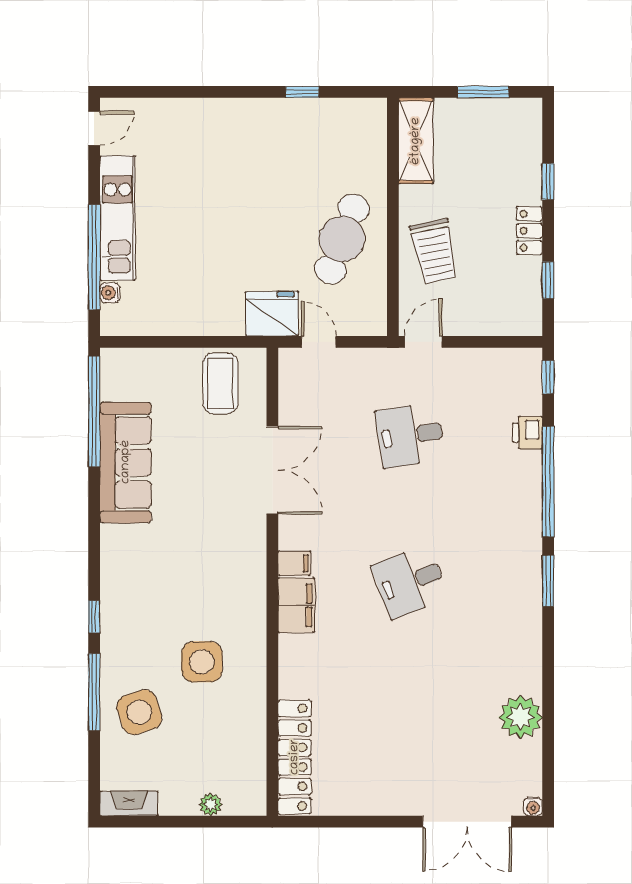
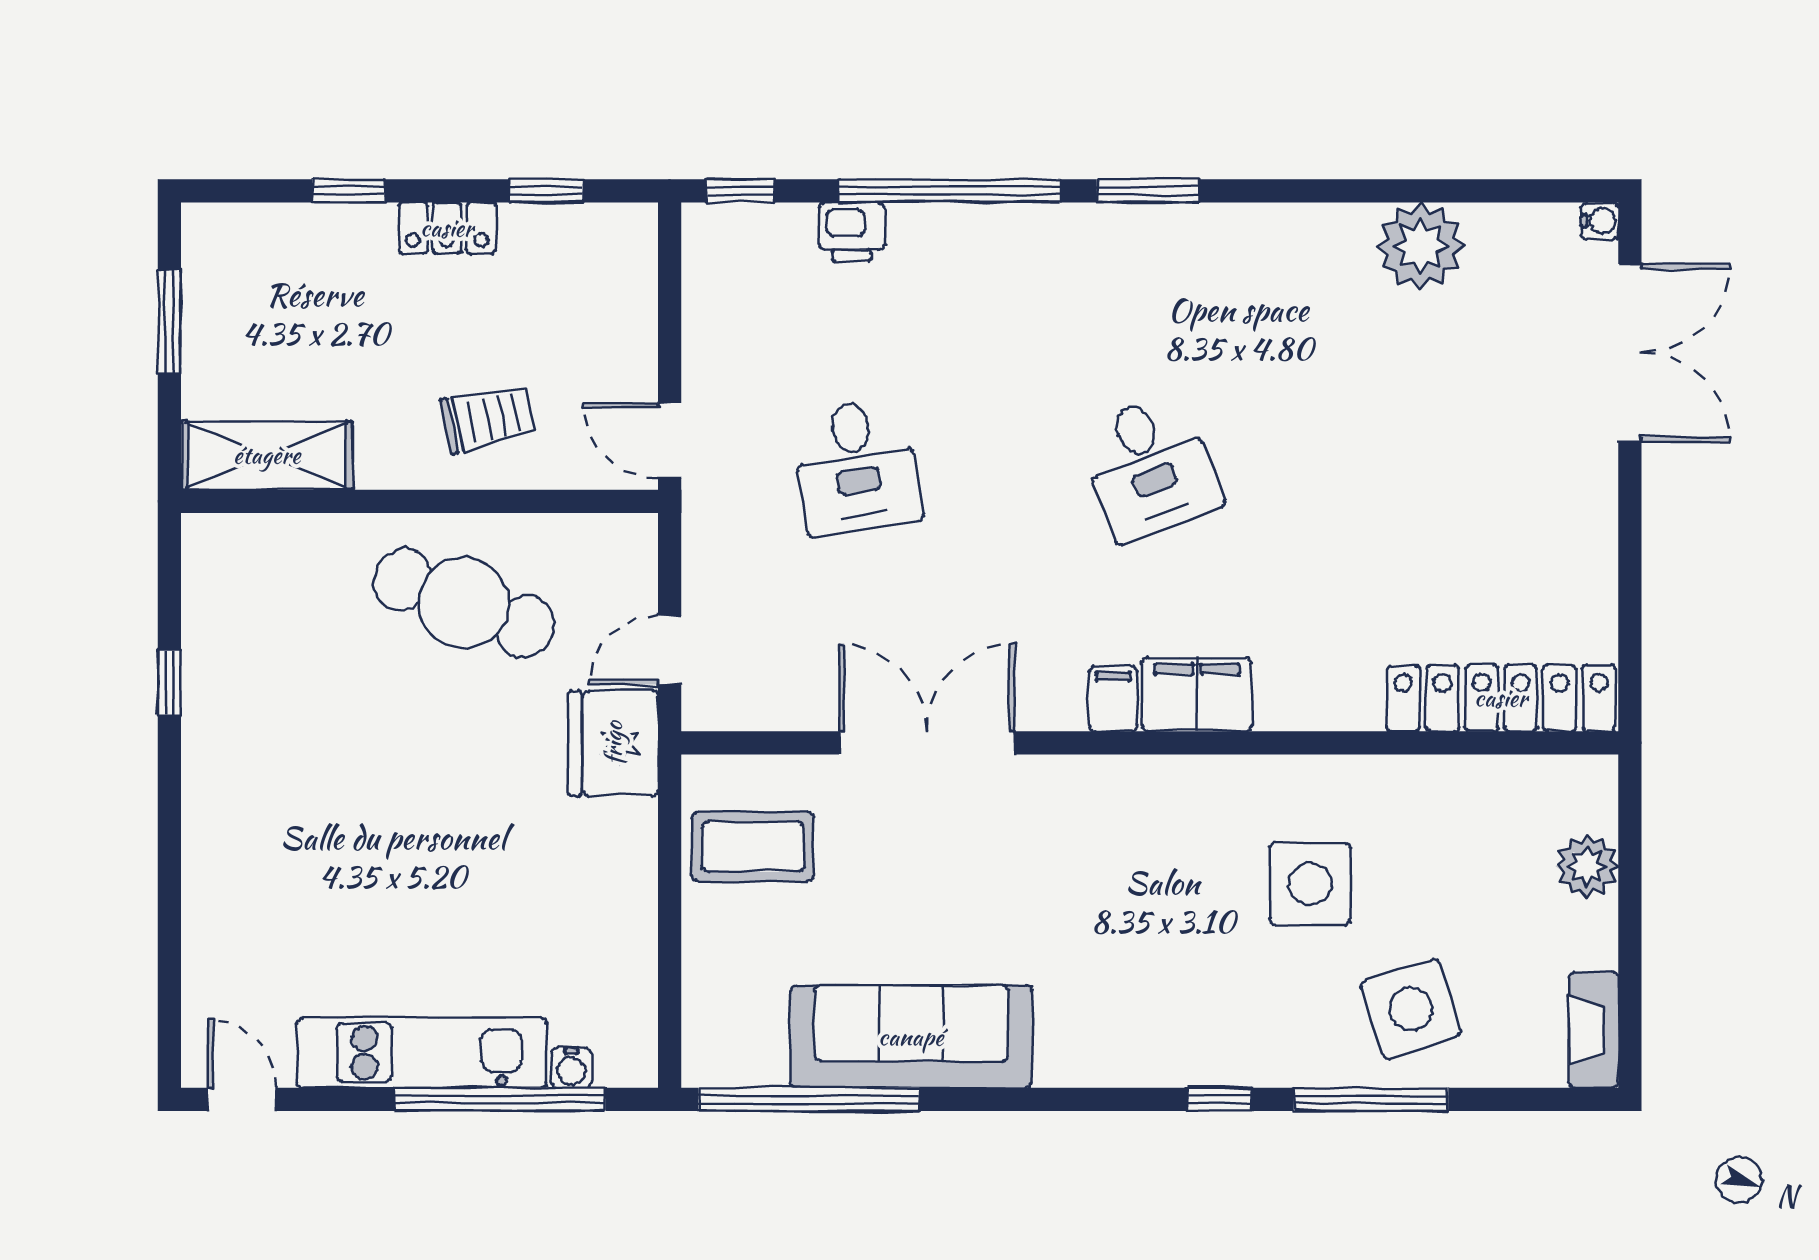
trolley: (434, 251) -> (488, 418), width x0.73, depth x0.72
plant: (211, 804) -> (1587, 866), width x1.38, depth x1.38

